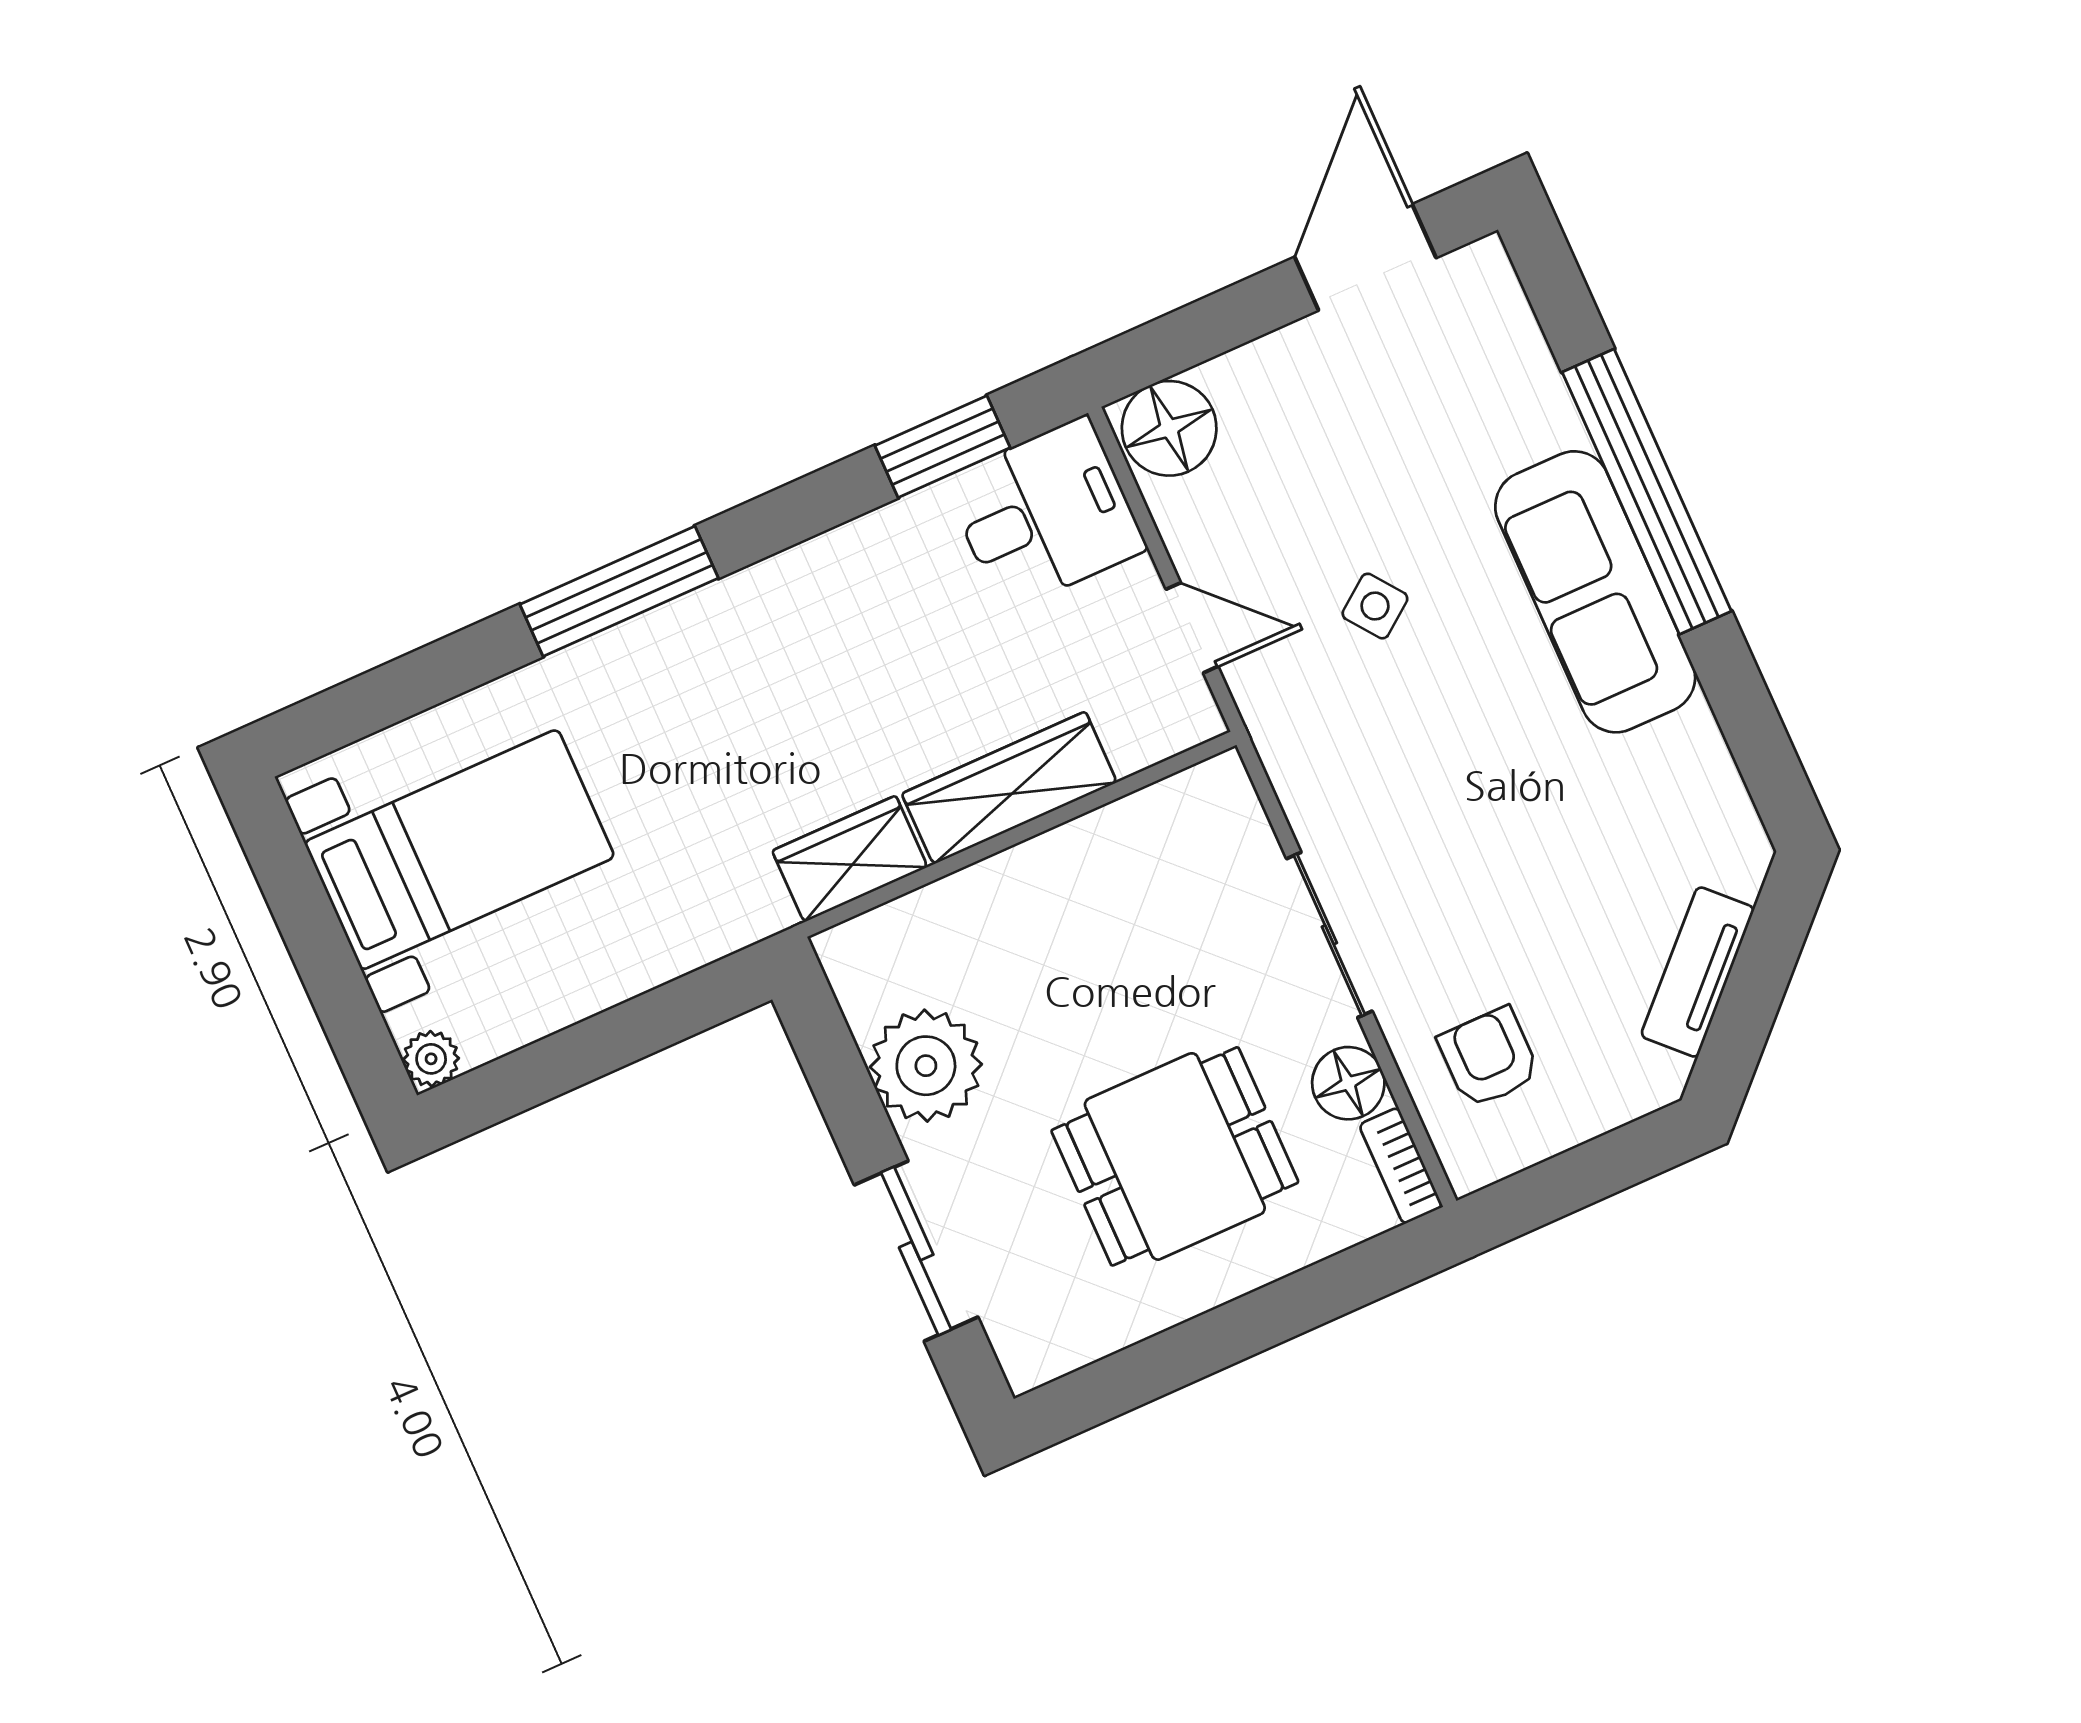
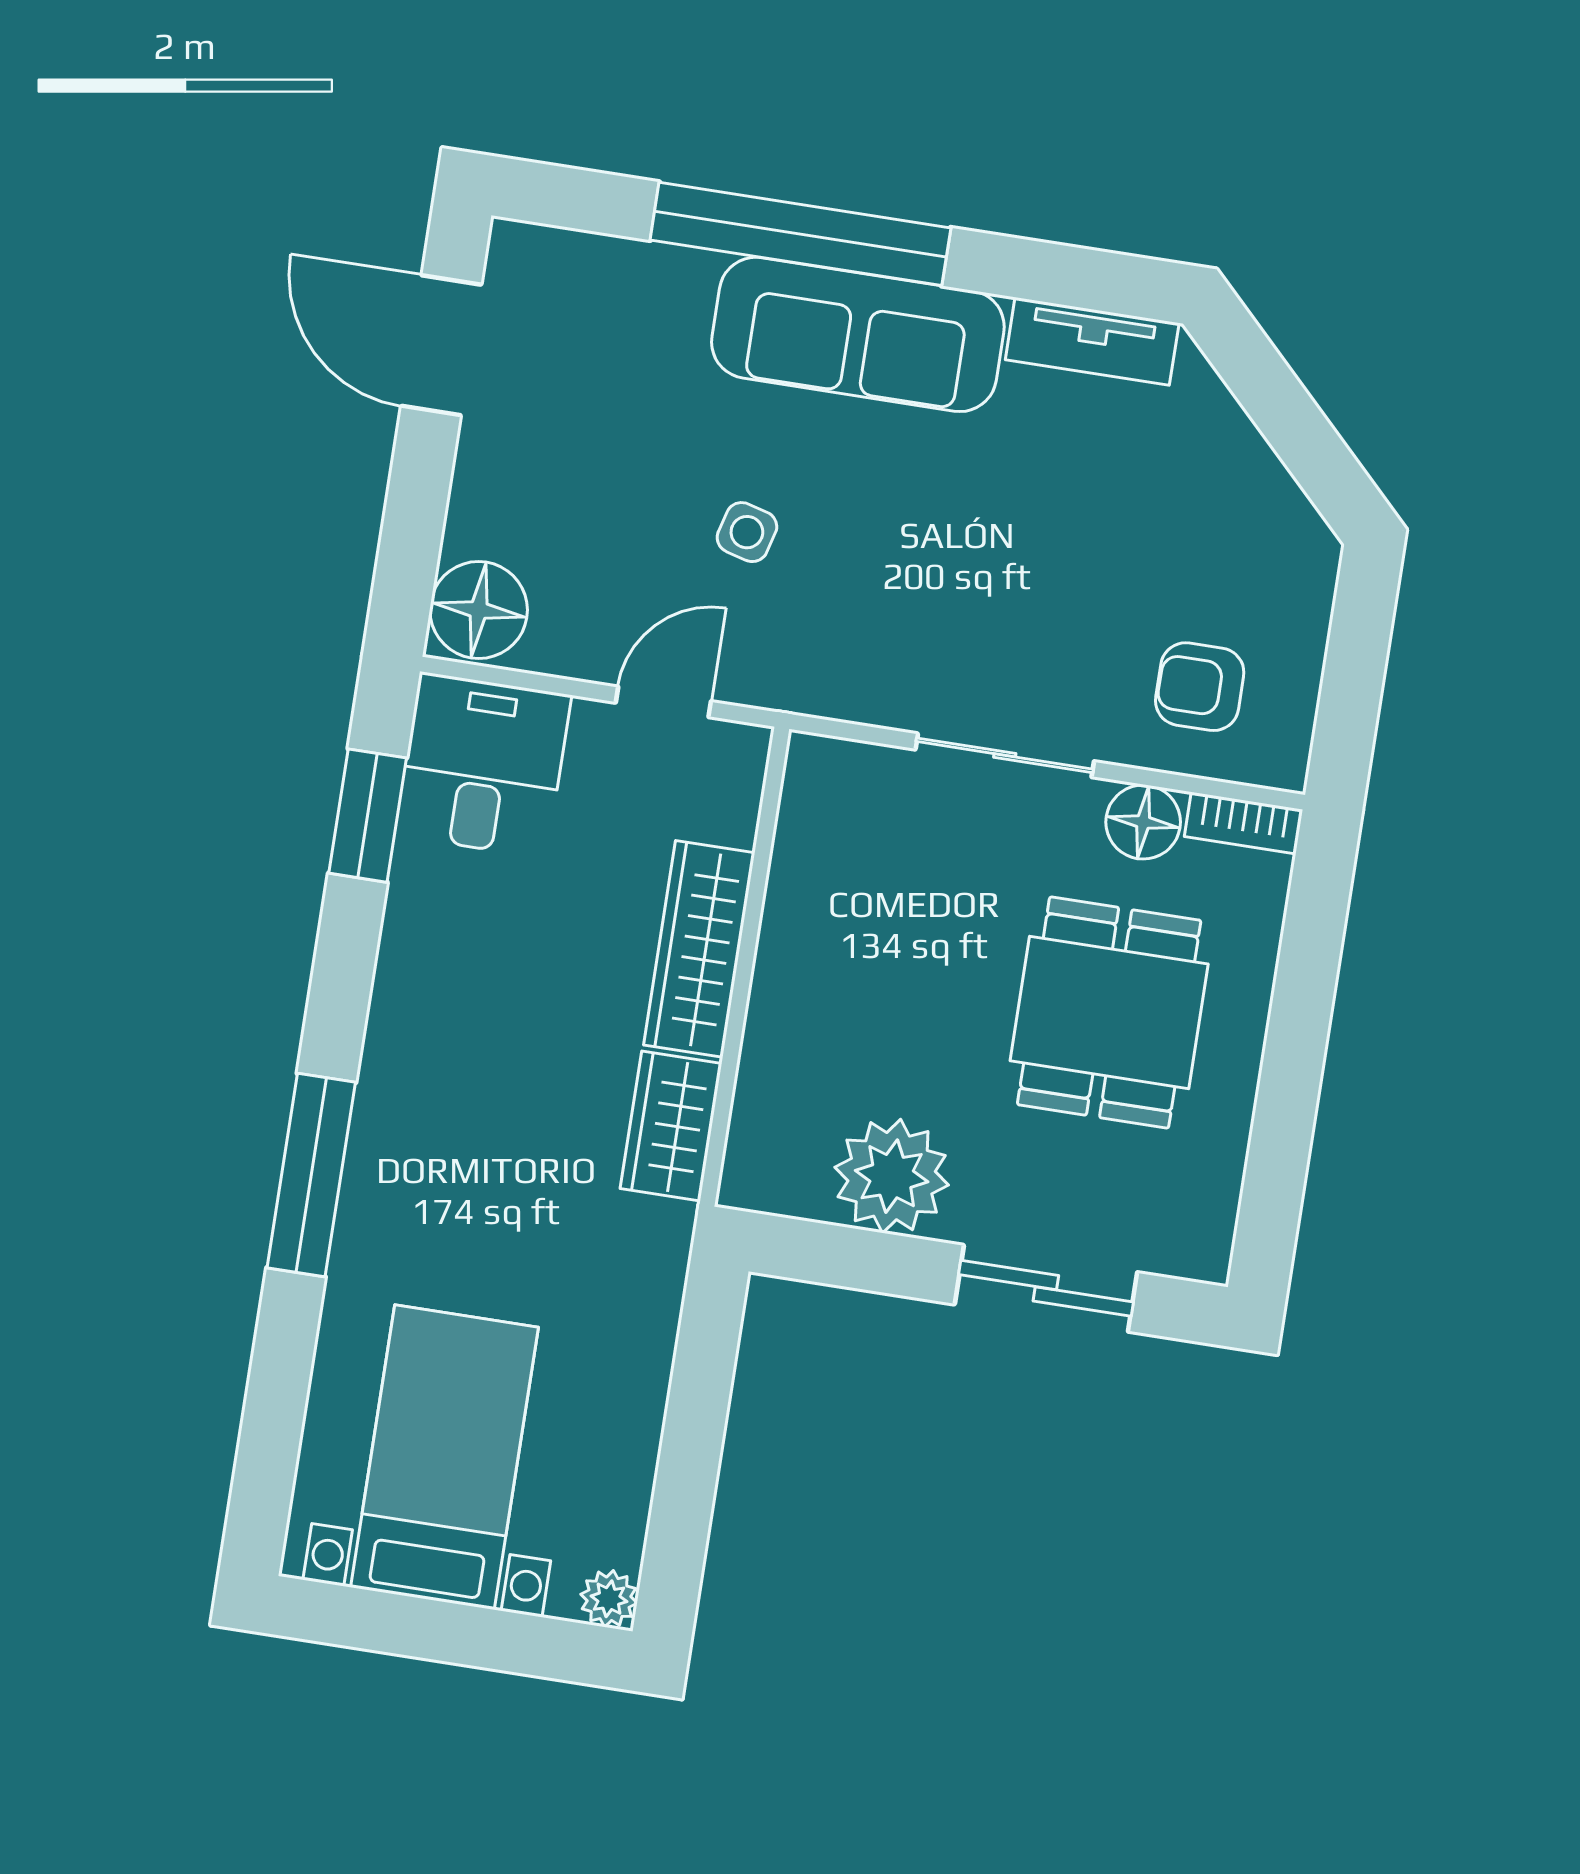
side table: (1375, 606) -> (747, 532), turned -38
tv unit: (1698, 972) -> (1092, 341), moved, turned -45

